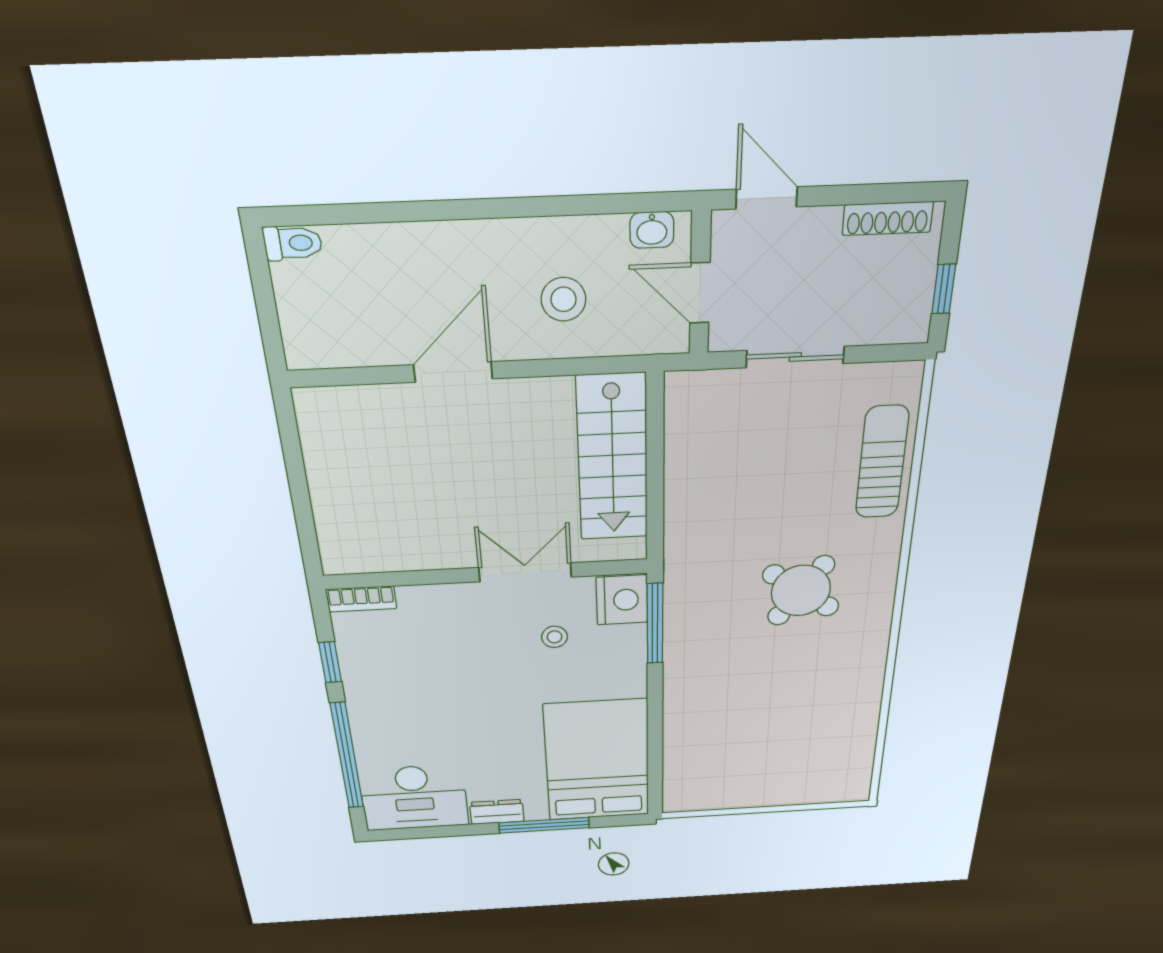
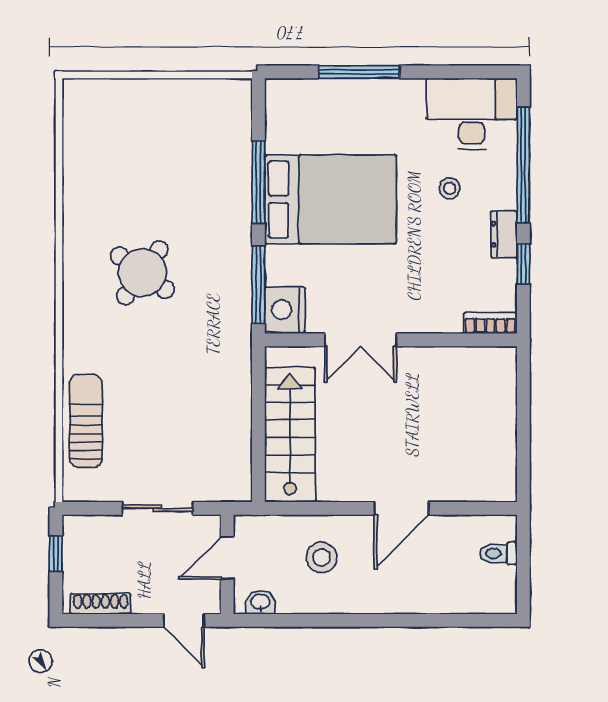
toilet: (293, 243) -> (499, 553), moved
door: (700, 293) -> (227, 558), swing flipped
sun lounger: (882, 462) -> (86, 421), turned 180
round table: (801, 591) -> (142, 273), moved
stool: (555, 637) -> (450, 188), moved
window: (655, 723) -> (258, 182), added
bed: (597, 761) -> (330, 199), moved, turned -90
dresser: (497, 812) -> (504, 234), moved, turned 90

